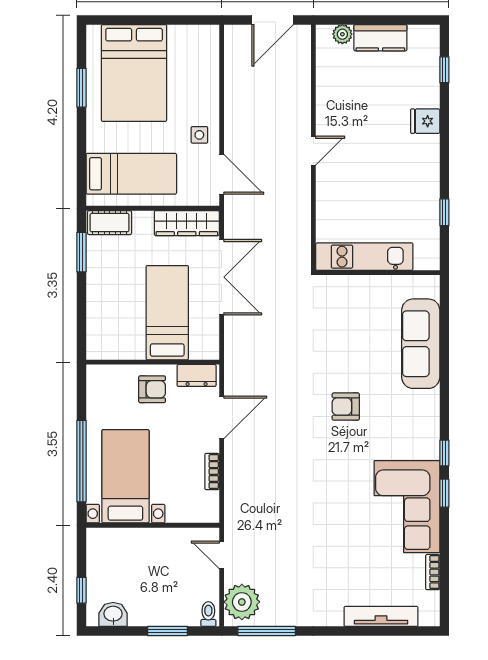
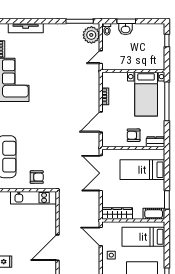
door: (313, 151) -> (58, 248), width x1.88
double door: (222, 277) -> (101, 173), moved
bed: (167, 313) -> (142, 170), moved, turned 90
dresser: (197, 375) -> (155, 142), moved
armchair: (346, 407) -> (37, 177), moved
door: (222, 555) -> (101, 57), swing flipped
washbasin: (113, 614) -> (126, 29), moved

